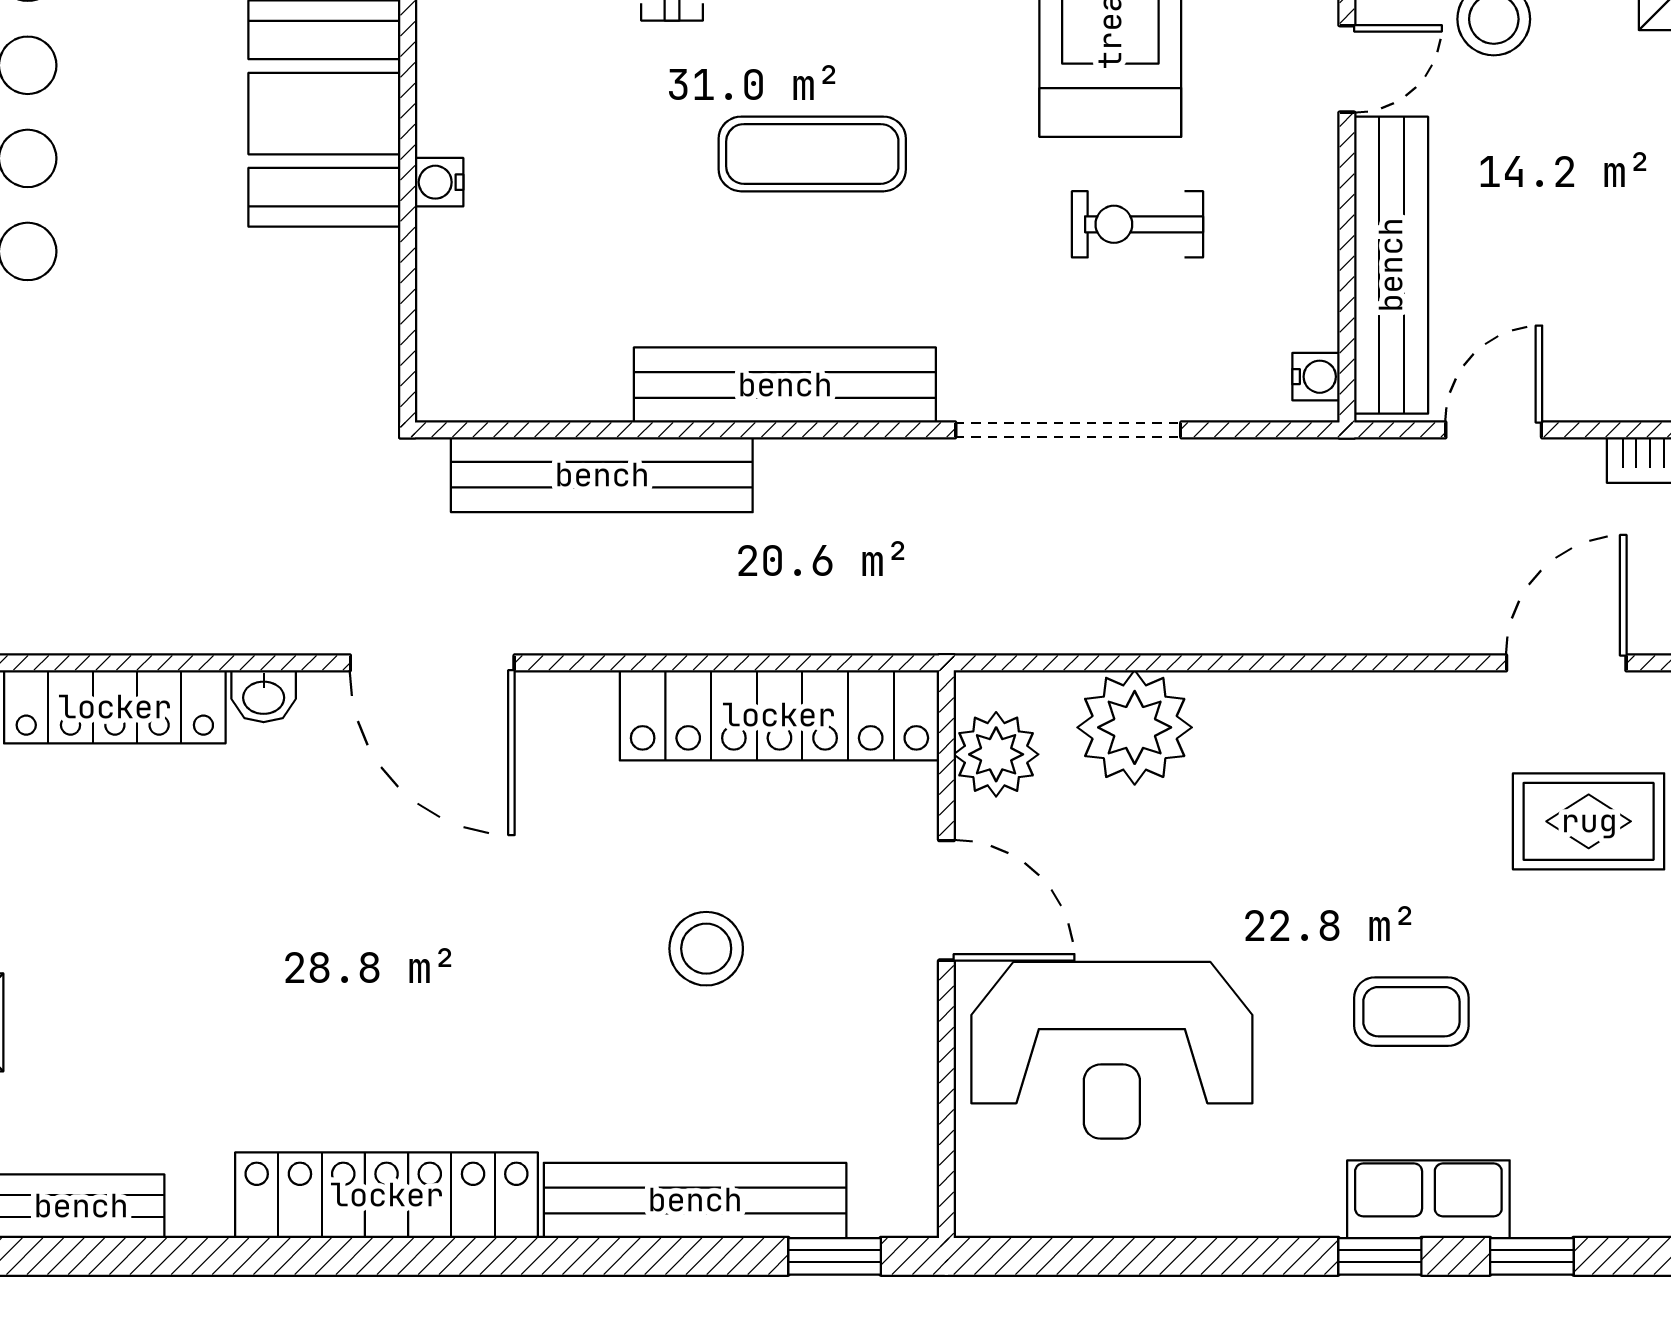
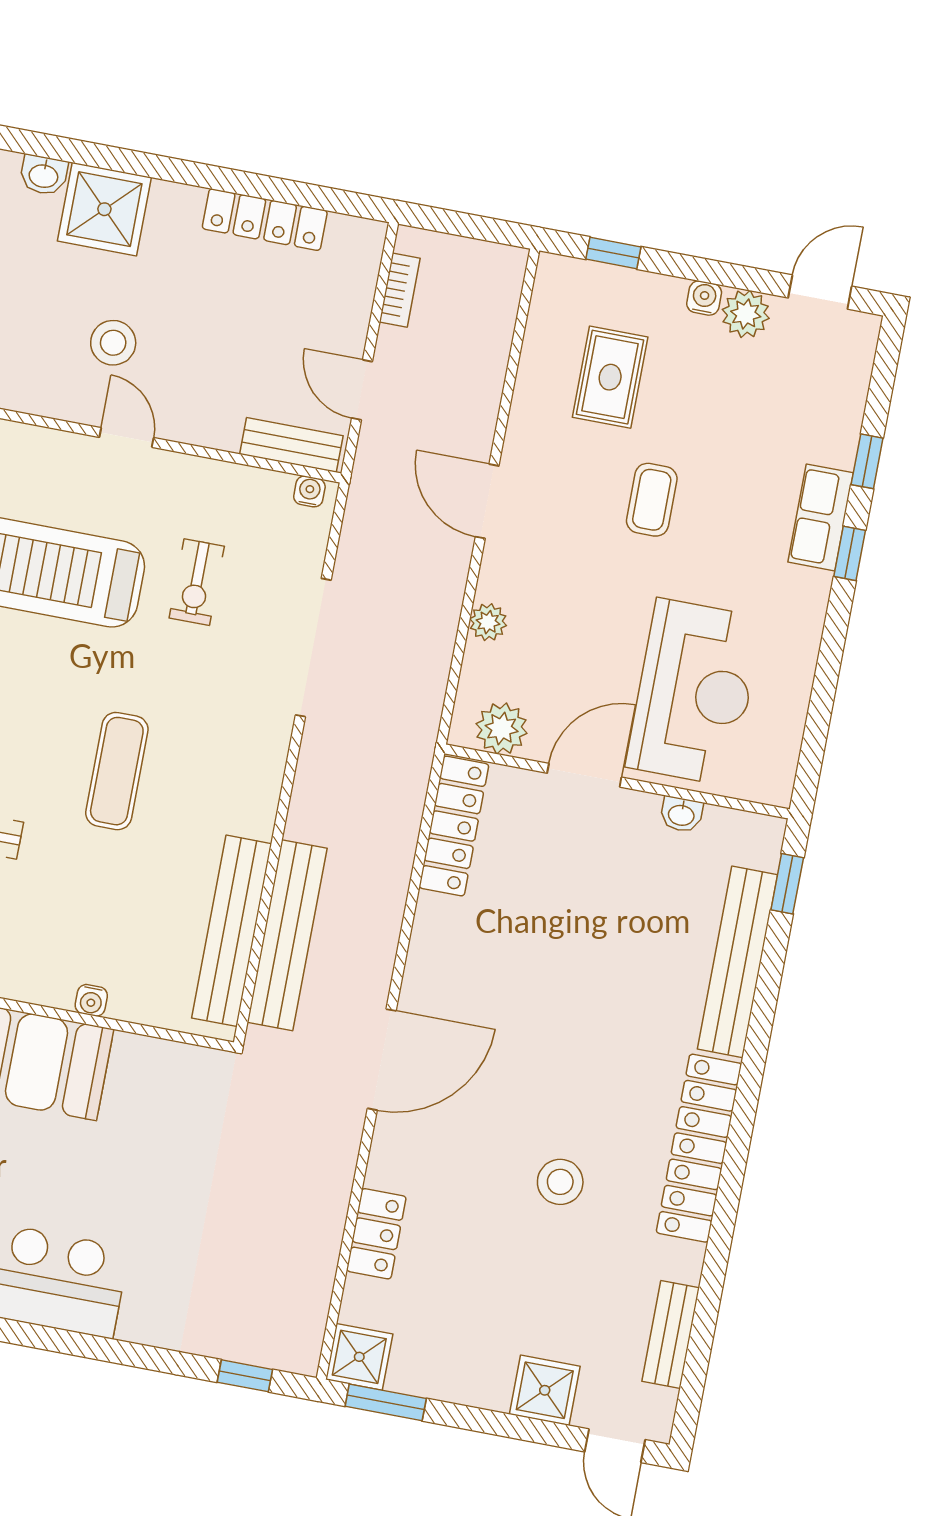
bench: (1391, 265) -> (291, 445), width x0.54, depth x0.82
bench: (785, 385) -> (232, 931), moved
door: (1566, 663) -> (487, 501), moved
washbasin: (264, 696) -> (681, 814), moved, turned 90
locker: (115, 707) -> (376, 1234), width x0.66
locker: (779, 715) -> (454, 826), width x0.71, depth x0.83
plant: (1135, 727) -> (488, 622), width x0.53, depth x0.53
stool: (706, 949) -> (560, 1182), moved
coffee table: (1411, 1012) -> (652, 500), moved

